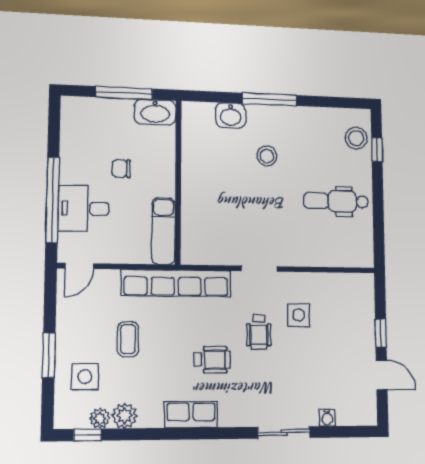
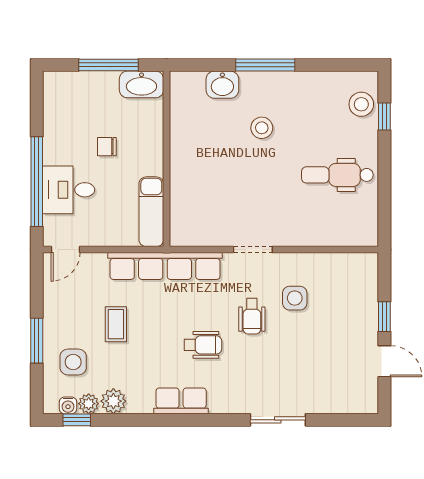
water cooler: (327, 418) -> (68, 405), moved

